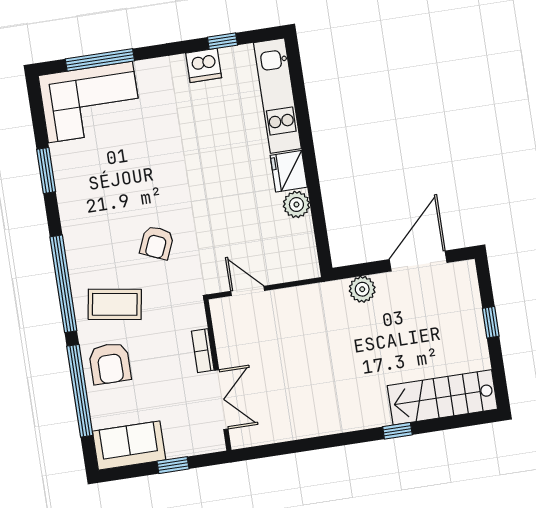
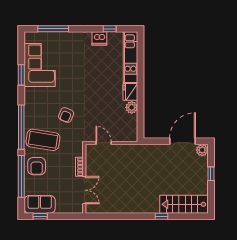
corner sofa: (90, 102) -> (40, 65), moved, turned -90
plant: (362, 289) -> (202, 150), moved
coffee table: (115, 304) -> (43, 140), width x1.36, depth x1.32
window: (173, 465) -> (40, 216), moved

